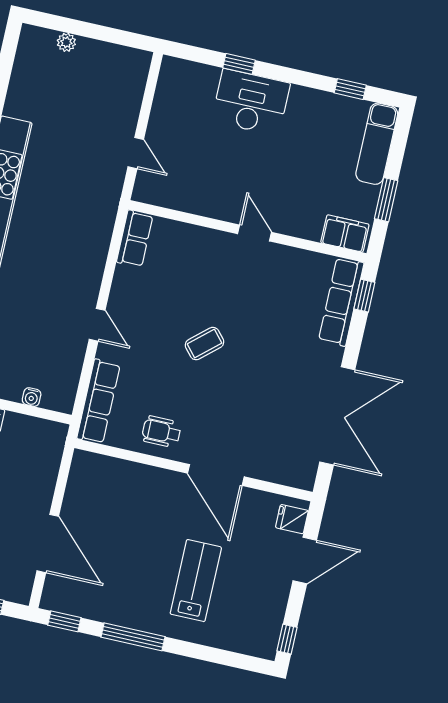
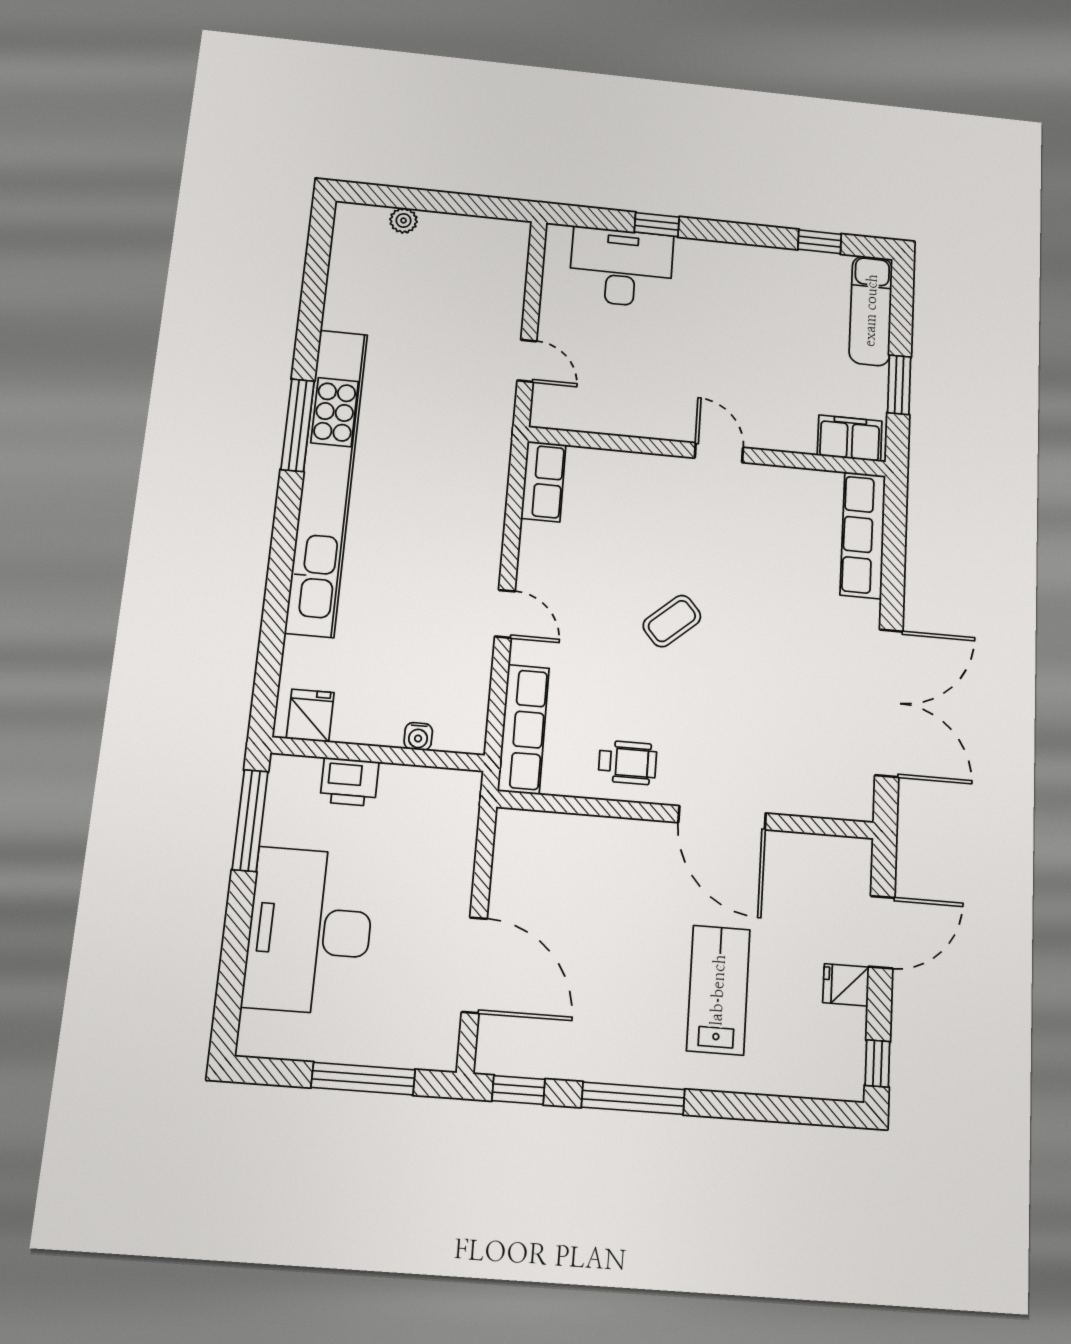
desk: (251, 102) -> (621, 267), moved
window: (364, 296) -> (895, 522), removed
wheelchair: (161, 432) -> (627, 762), turned 180
fridge: (292, 519) -> (846, 985), moved

